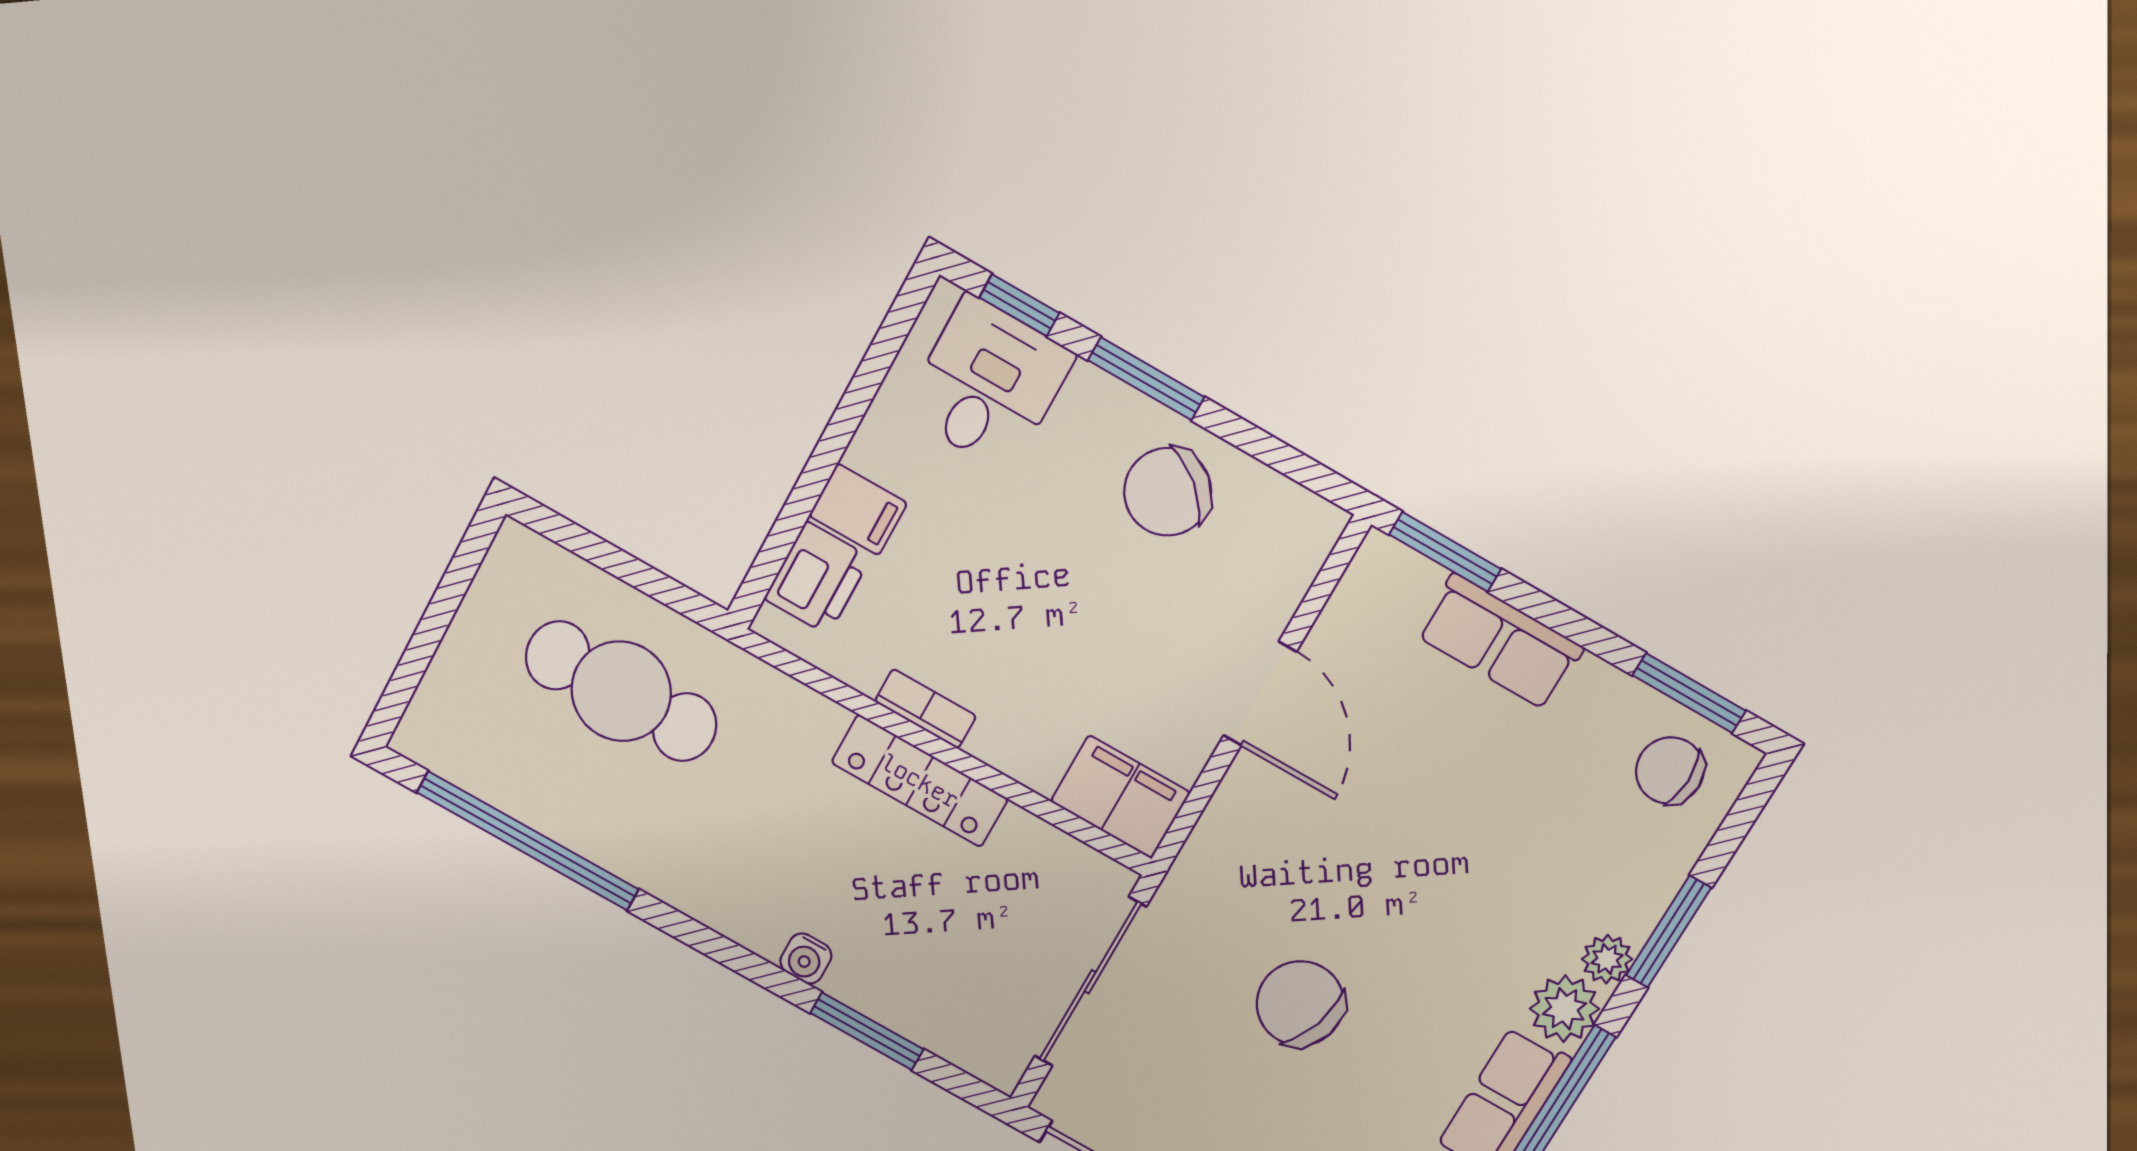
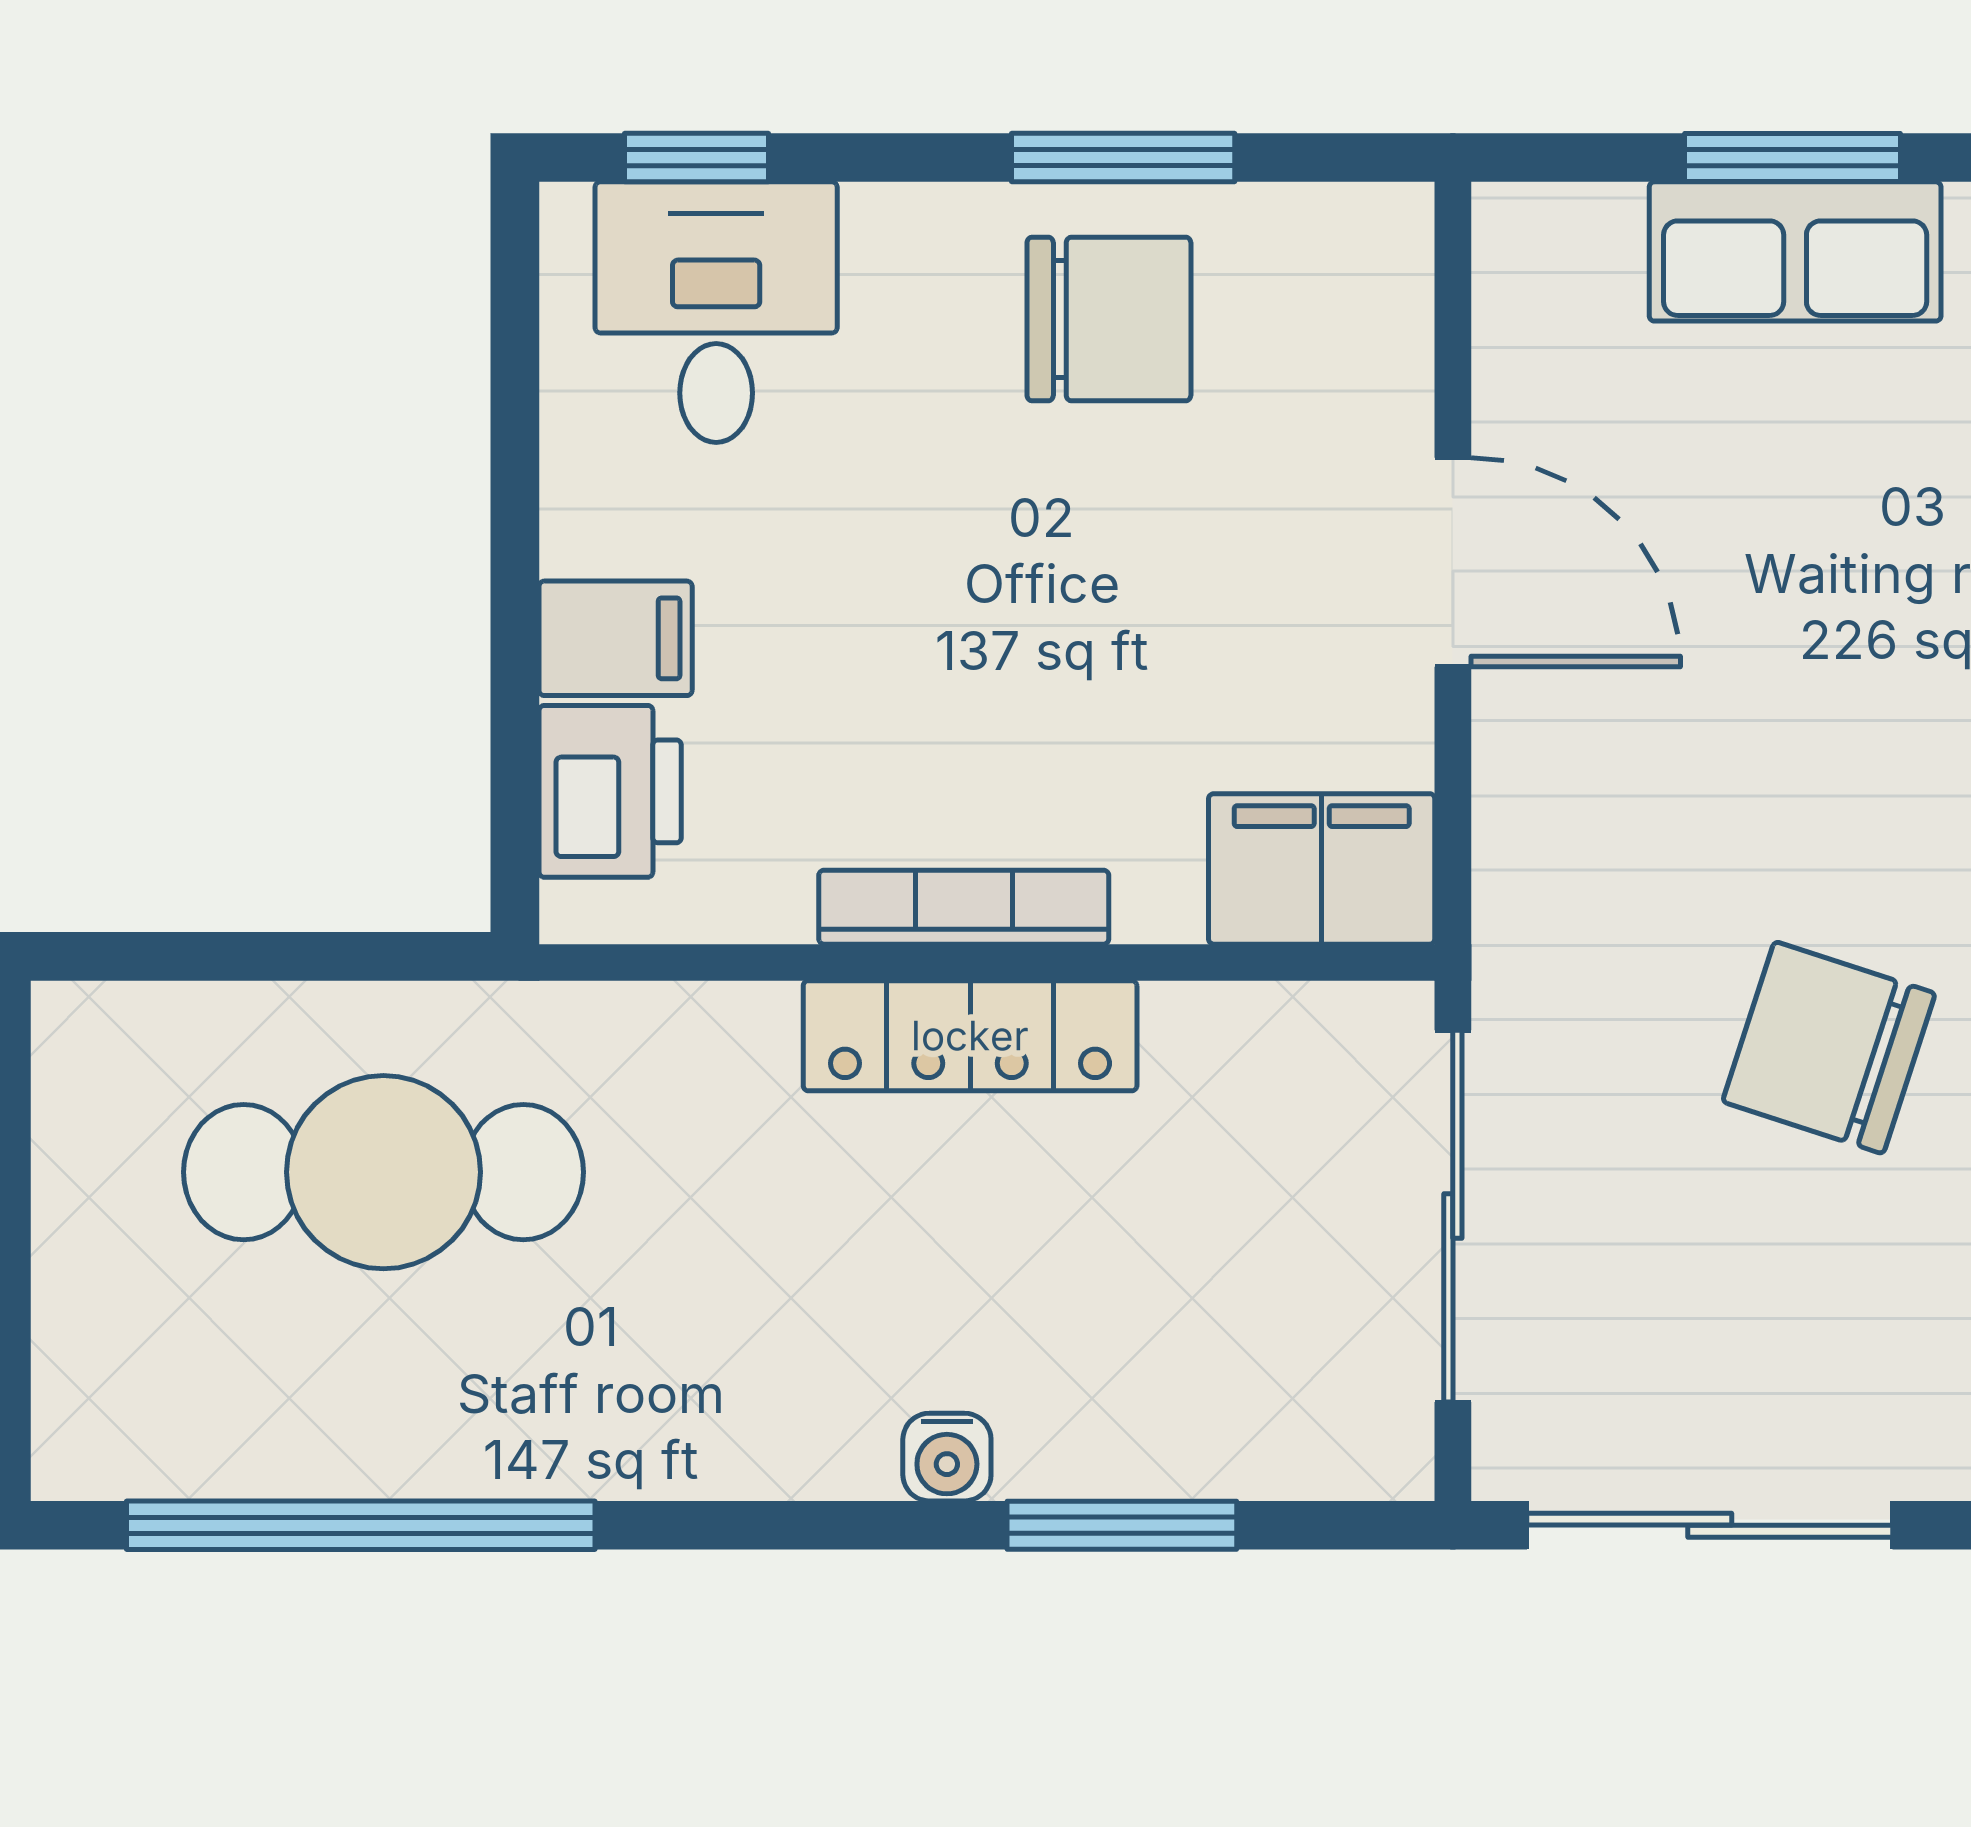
window: (1146, 379) -> (1123, 158), moved
chair: (1168, 492) -> (1109, 319), turned -130
window: (1445, 552) -> (1793, 158), moved
bookcase: (926, 709) -> (964, 907), width x1.56

